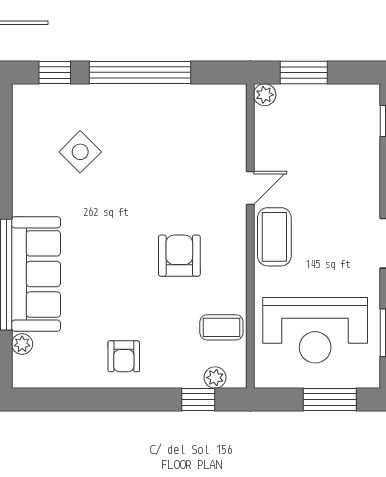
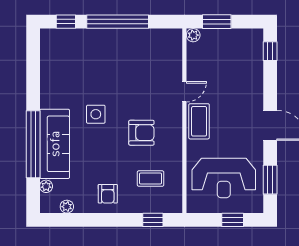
side table: (80, 152) -> (96, 114), moved, turned 45
armchair: (179, 256) -> (141, 133), turned 90
coffee table: (221, 327) -> (151, 179), moved
plant: (215, 378) -> (67, 207), moved
window: (330, 399) -> (233, 220), width x0.67

